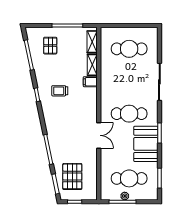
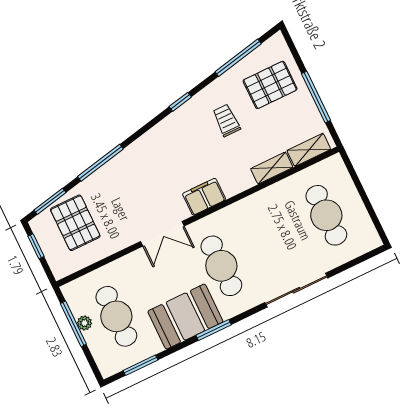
pallet: (50, 46) -> (270, 85), width x1.50, depth x1.42
filing cabinet: (90, 82) -> (204, 197), moved, width x2.00
trolley: (60, 91) -> (226, 120), moved
pallet: (72, 176) -> (75, 223), turned 90

